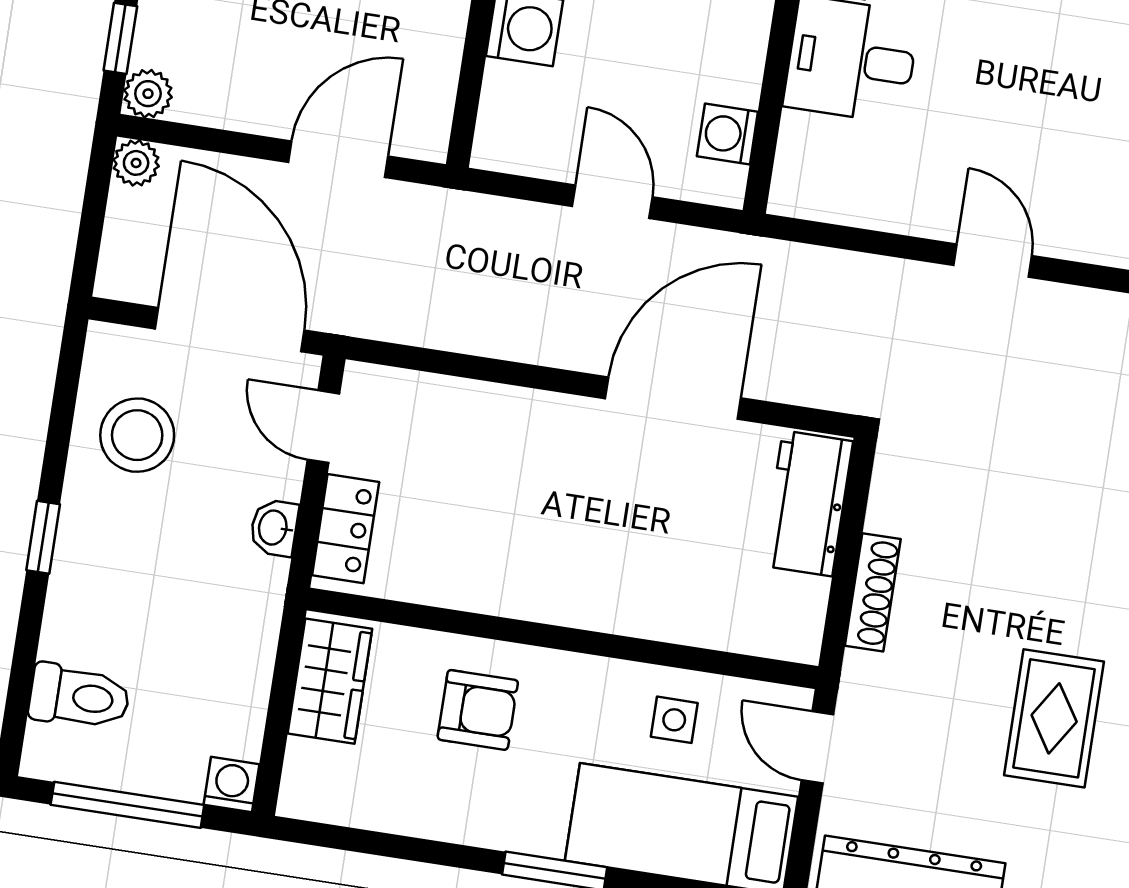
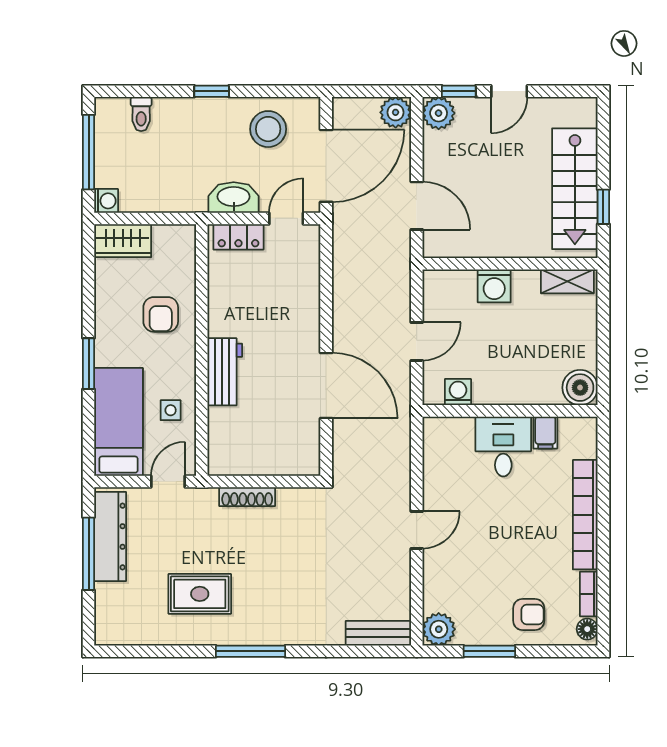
plant: (148, 94) -> (439, 113), width x1.38, depth x1.38
plant: (136, 163) -> (396, 112), width x1.38, depth x1.38
workbench: (808, 503) -> (225, 372), moved, turned 90
washbasin: (274, 528) -> (234, 197), width x1.91, depth x1.45
wardrobe: (330, 681) -> (123, 241), moved
toilet: (79, 697) -> (141, 114), width x0.73, depth x0.72

